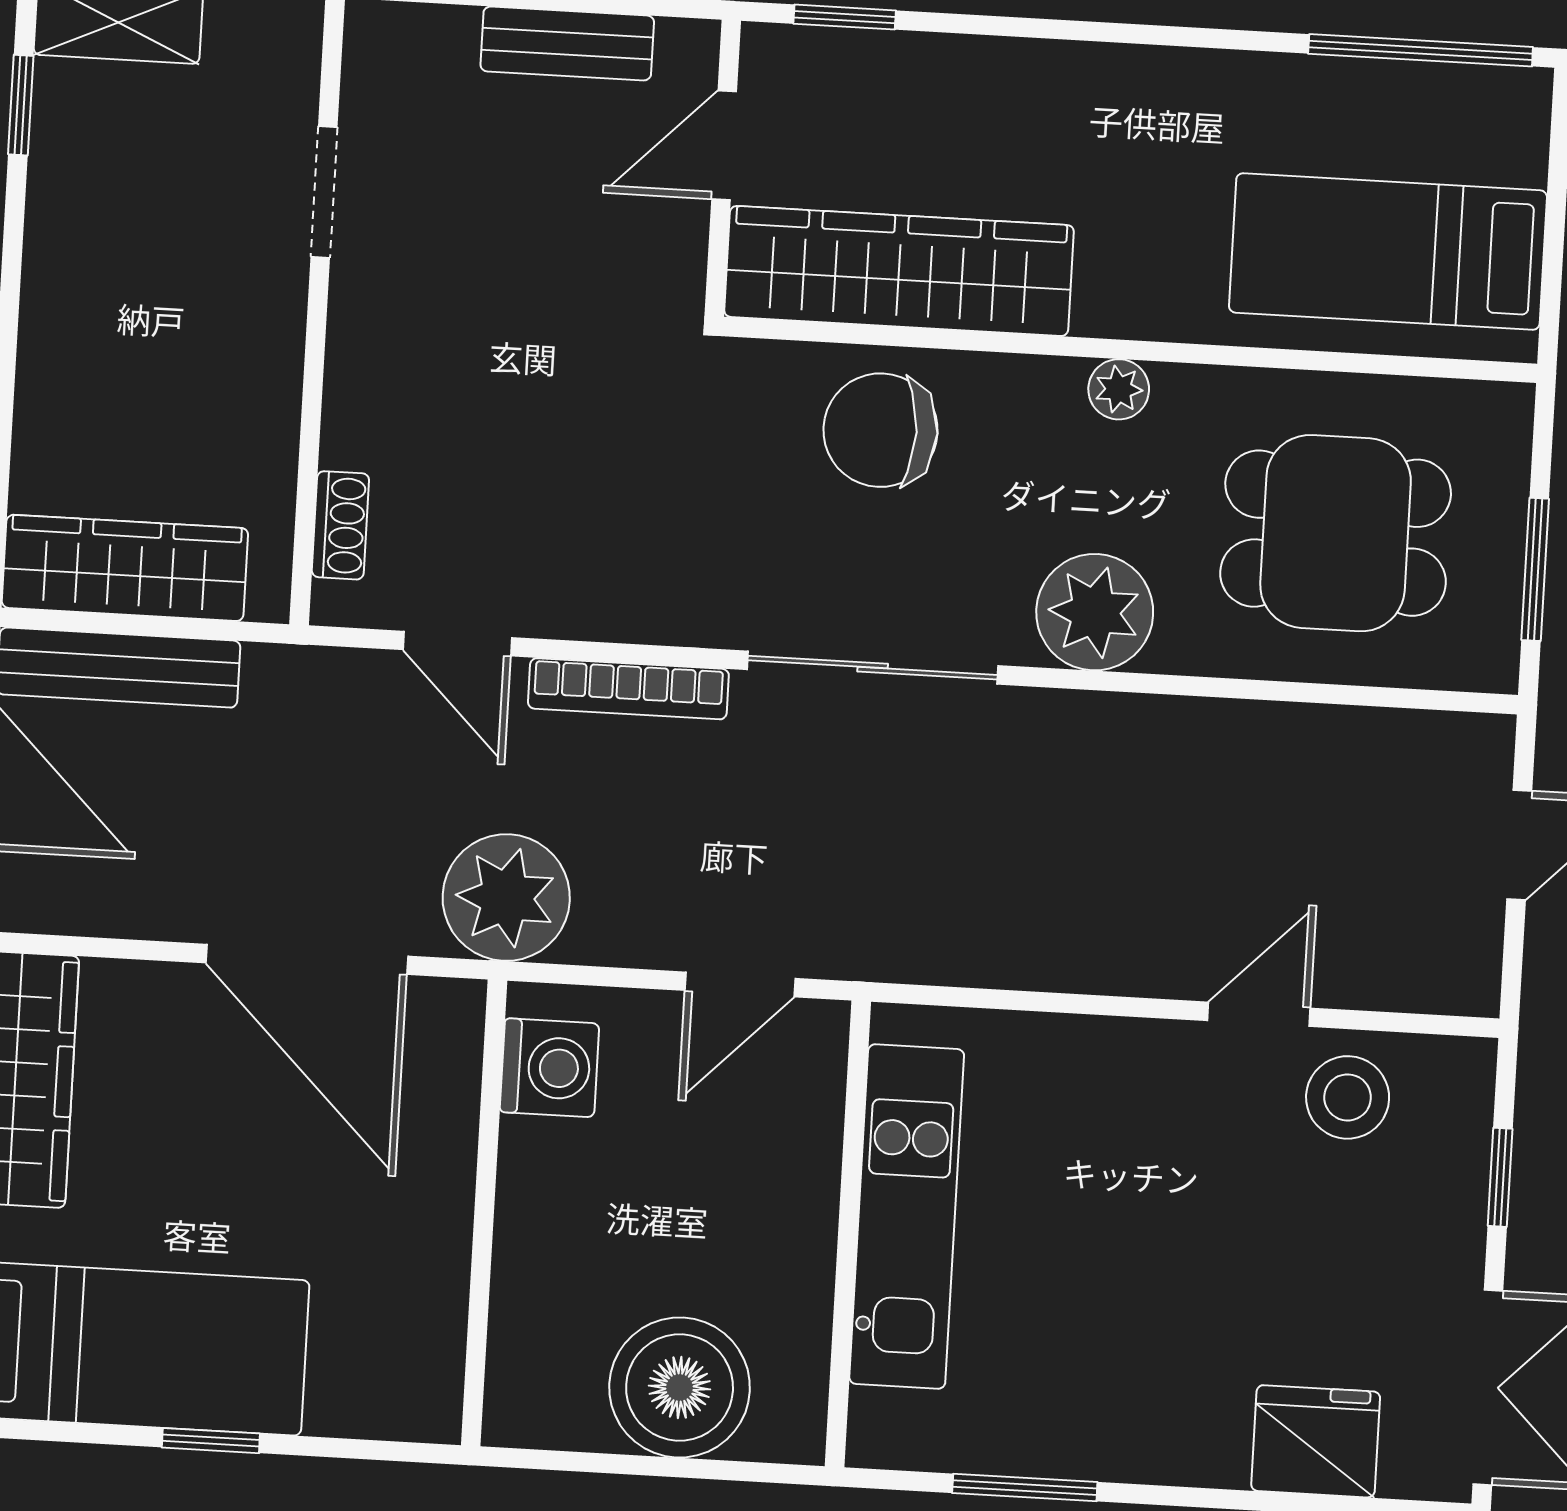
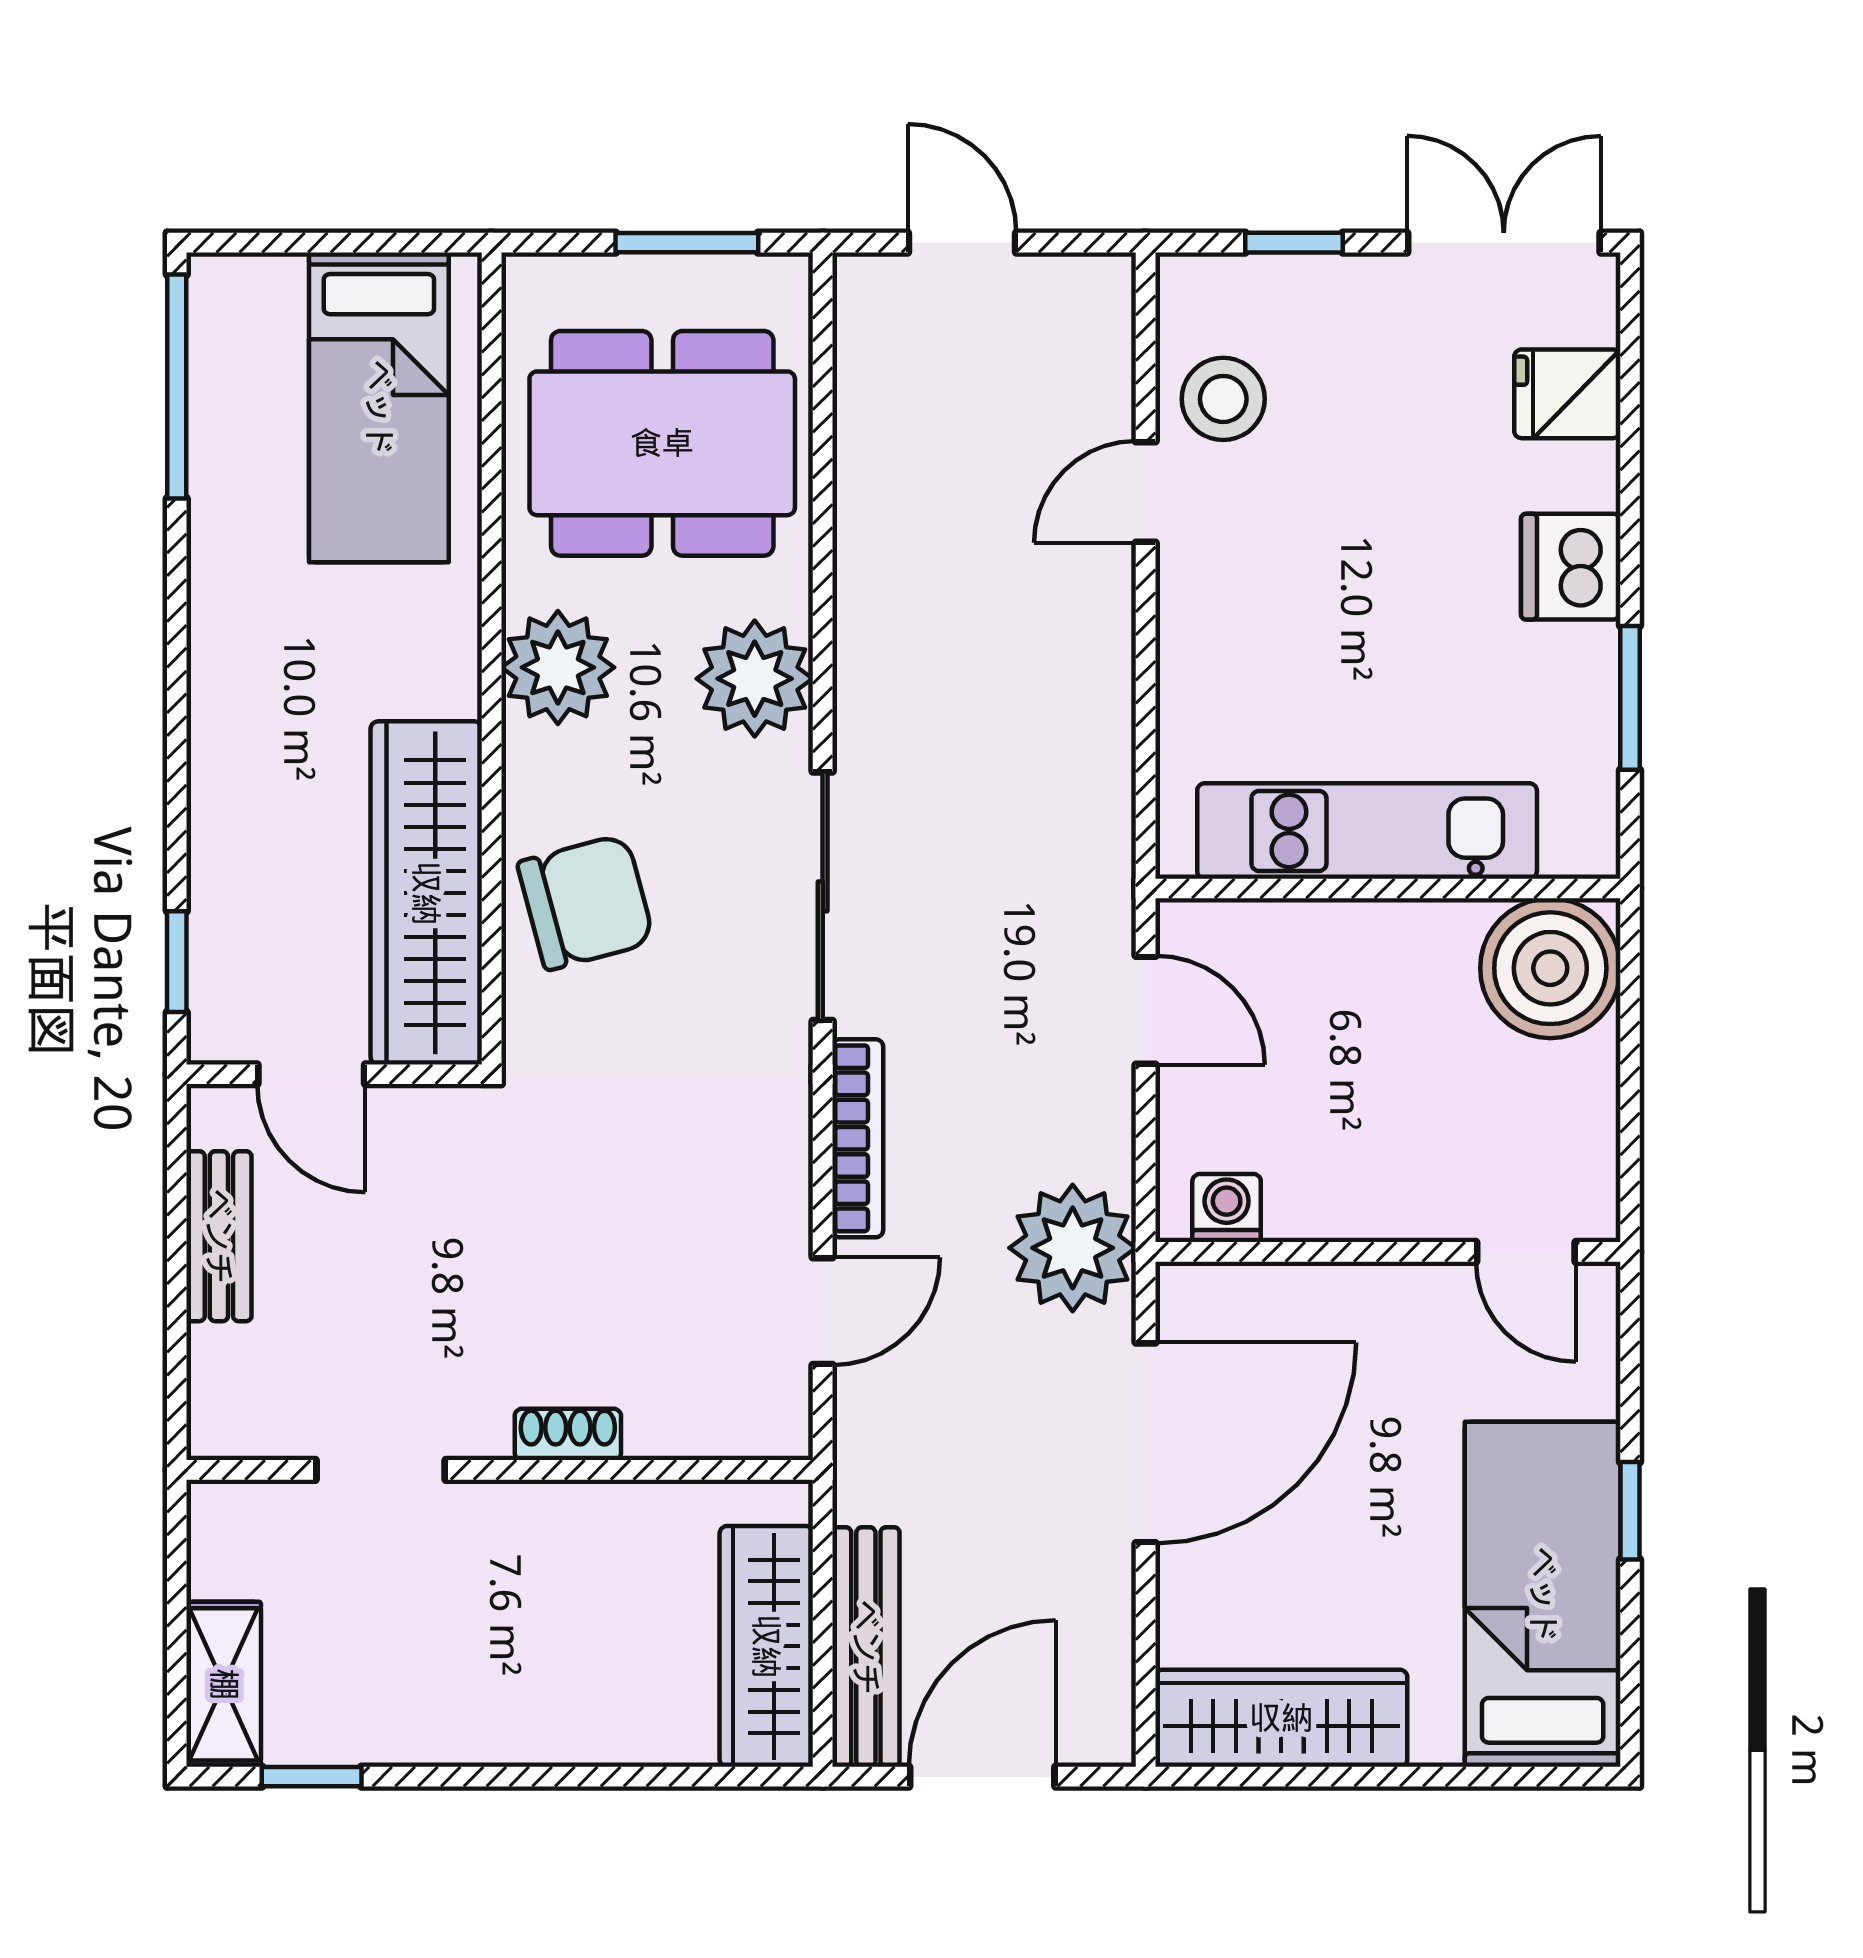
plant: (1119, 389) -> (558, 667), width x1.87, depth x1.87
chair: (880, 430) -> (586, 902), turned -105
shoe rack: (340, 525) -> (568, 1434), moved
dining table: (1336, 533) -> (662, 443), width x1.38
door: (1259, 1014) -> (1146, 492), hinge flipped
washing machine: (549, 1068) -> (1227, 1208), width x0.73, depth x0.73
door: (476, 1351) -> (1526, 1252), added
boiler: (680, 1387) -> (1550, 968), moved
dishwasher: (1160, 1436) -> (1571, 567), added
fridge: (1316, 1441) -> (1567, 394), width x0.72

